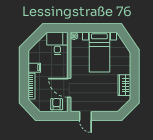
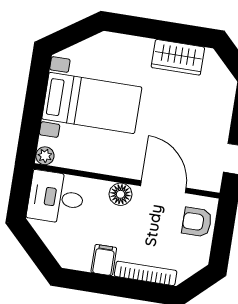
floor lamp: (63, 70) -> (121, 194), added
door: (69, 88) -> (163, 187), swing flipped

